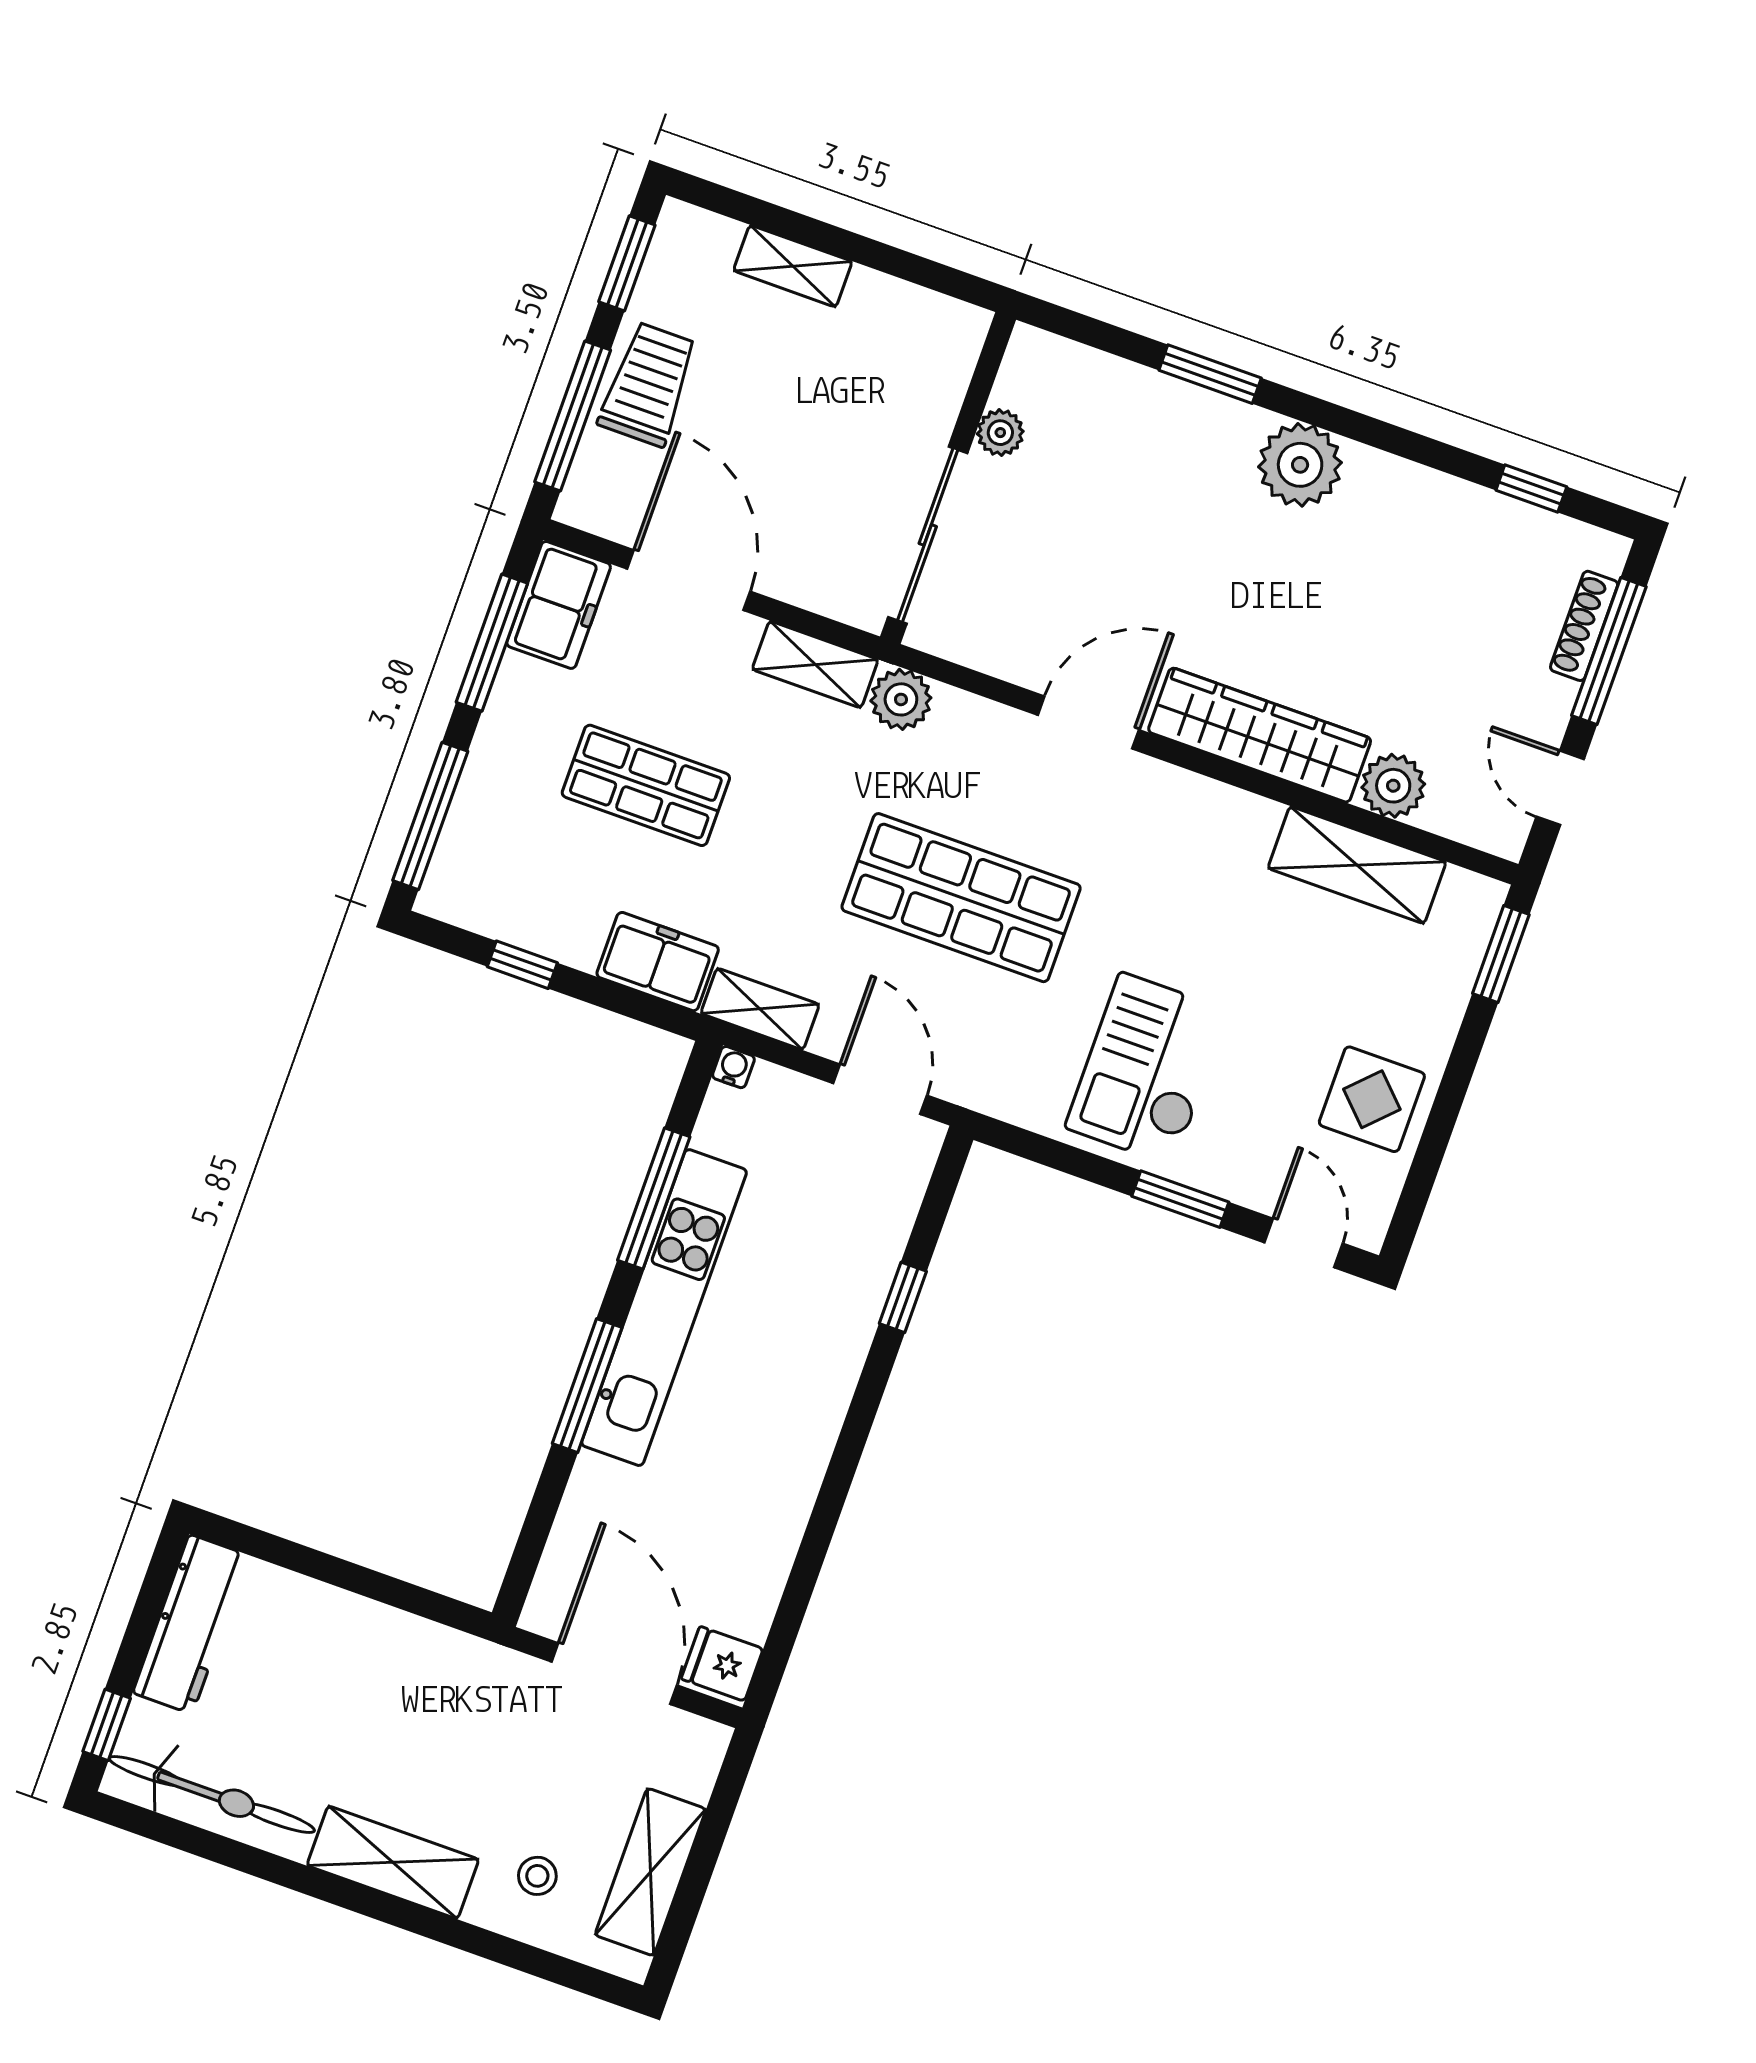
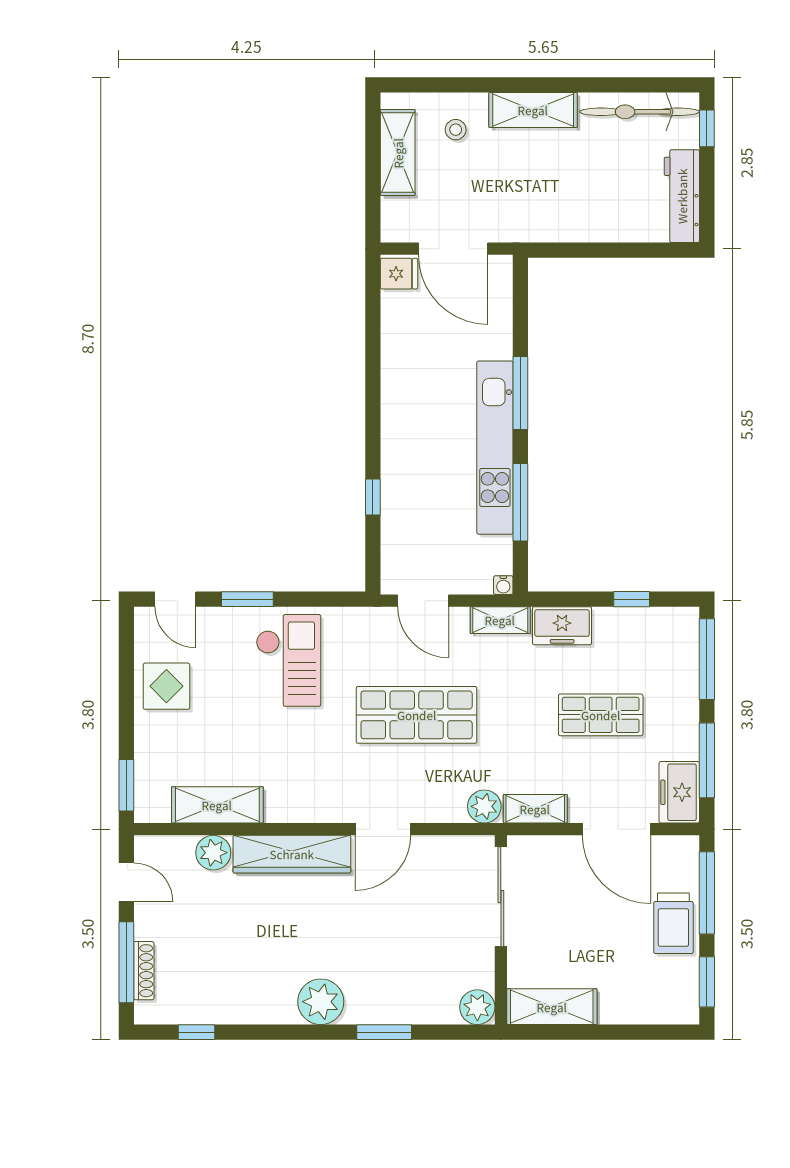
shelving: (793, 266) -> (552, 1007), moved, width x1.50, depth x1.33
plant: (1000, 433) -> (477, 1007), moved, width x1.38, depth x1.38

